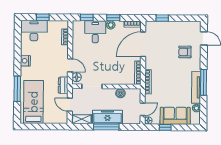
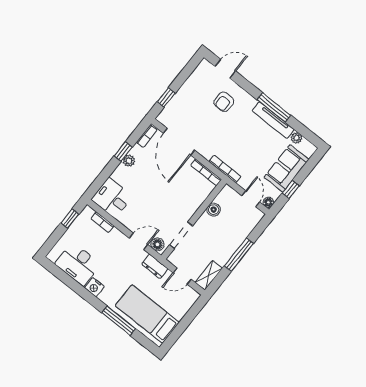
window: (43, 17) -> (70, 219), moved
window: (87, 17) -> (100, 181), removed
desk: (34, 31) -> (78, 264), moved, turned -90
desk: (95, 32) -> (112, 198), moved
freezer: (108, 117) -> (229, 245), removed

